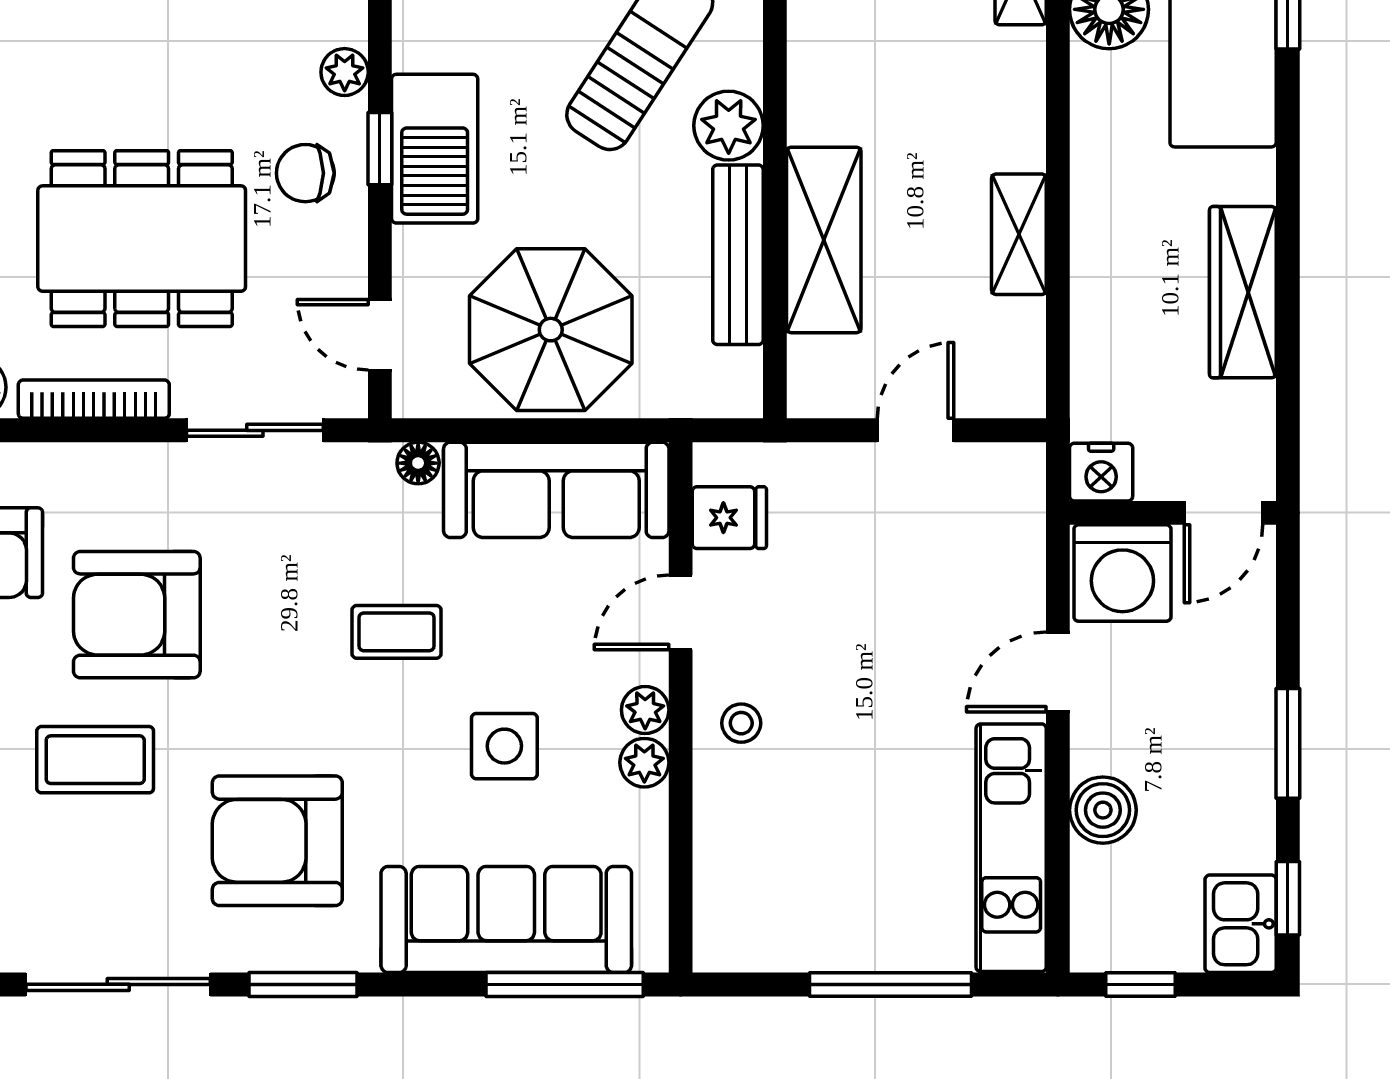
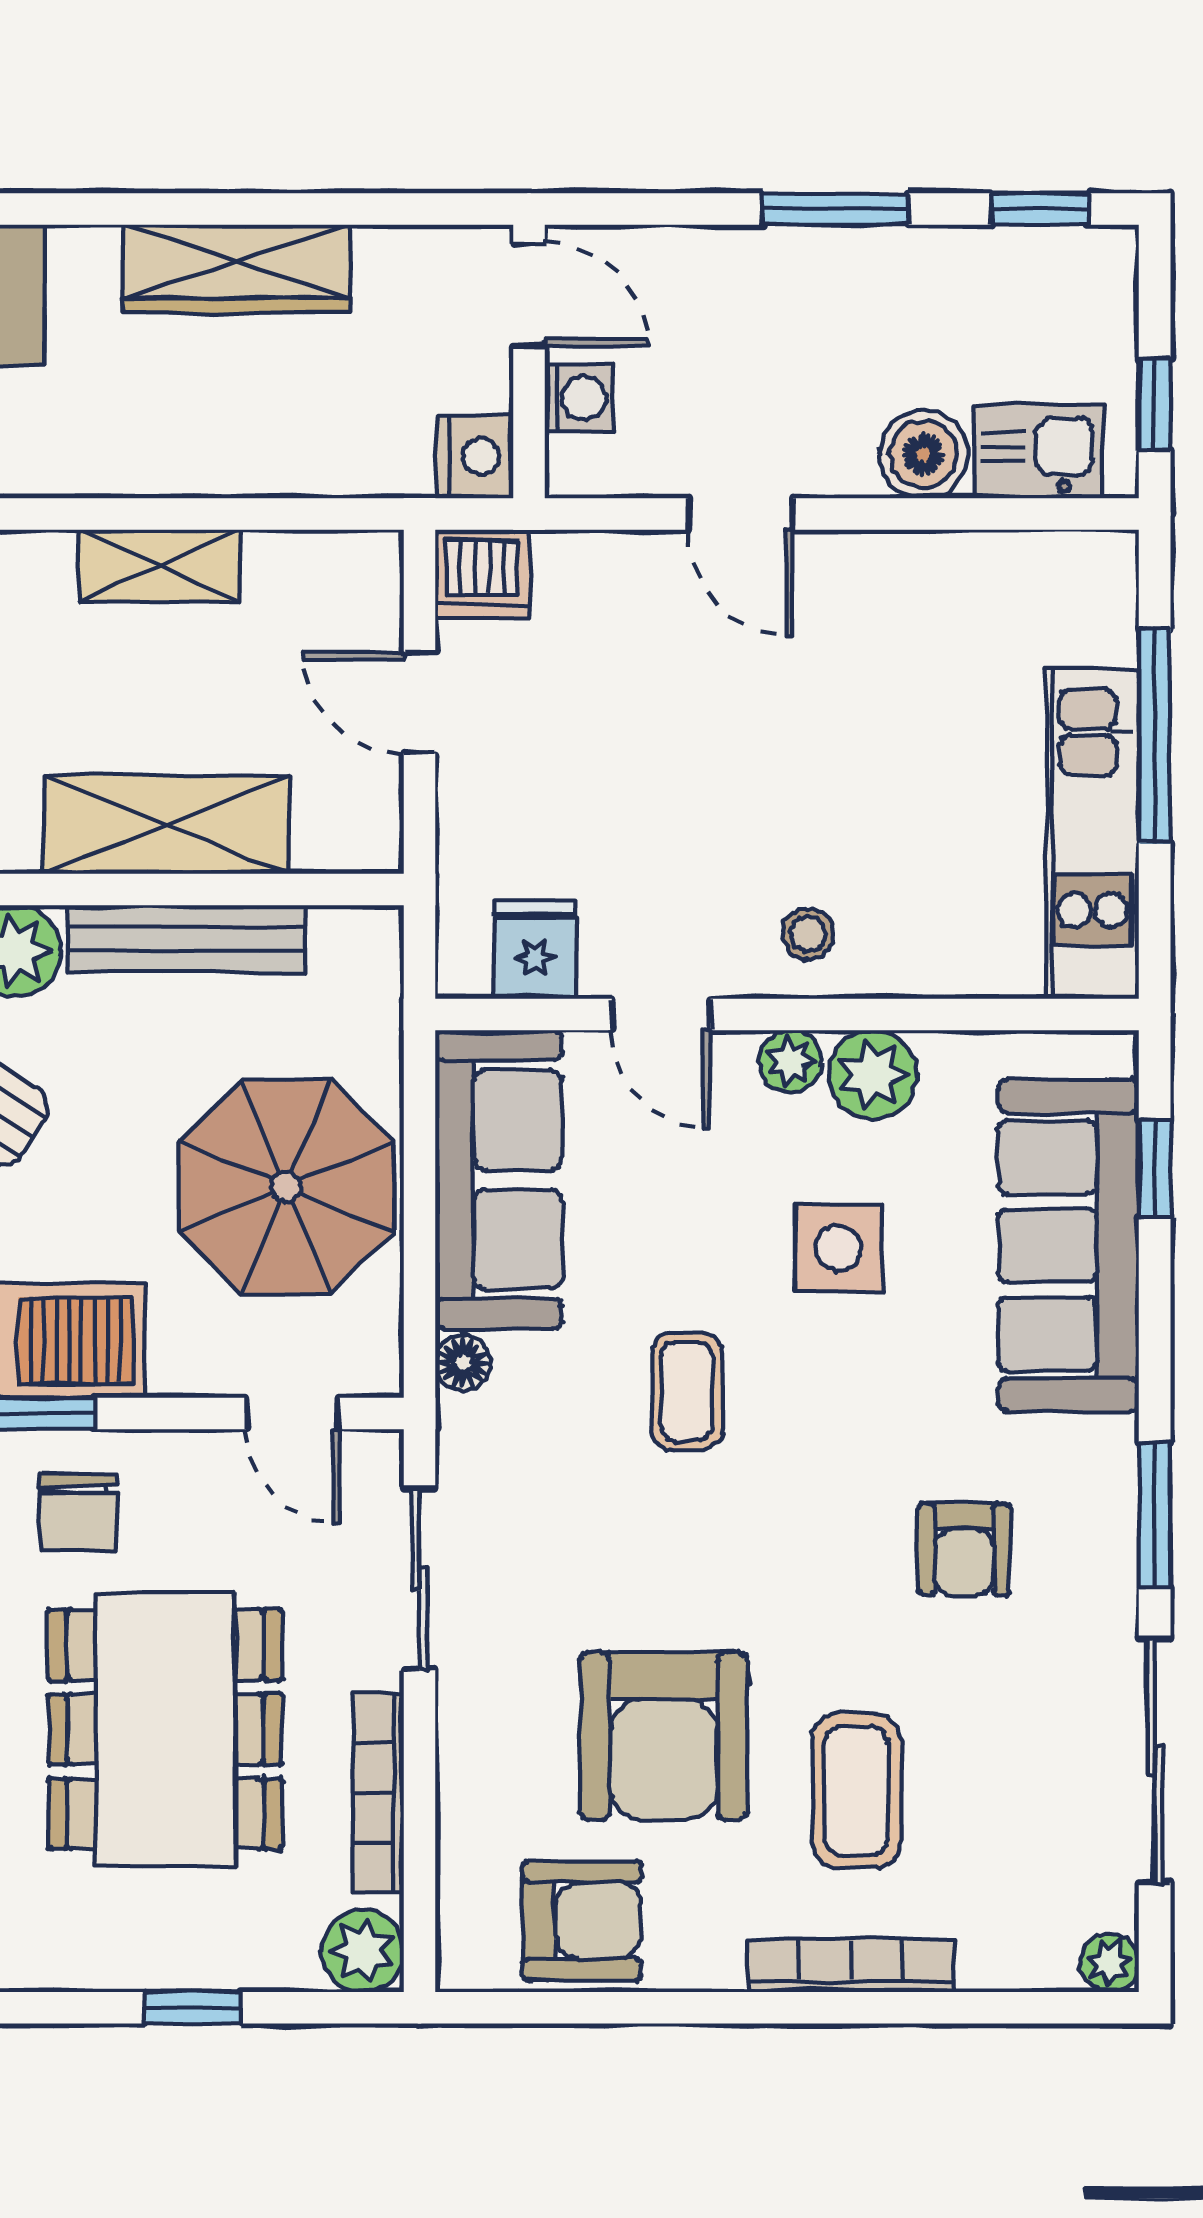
door: (380, 335) -> (293, 1413), hinge flipped
dishwasher: (1013, 478) -> (482, 574), added
washing machine: (1122, 573) -> (579, 398), width x0.53, depth x0.53
plant: (644, 763) -> (873, 1075), width x1.38, depth x1.38
armchair: (277, 841) -> (964, 1549), width x0.53, depth x0.53
kitchen unit: (1011, 848) -> (1093, 834), moved, turned 90
kitchen sink: (1241, 924) -> (1038, 451), moved, turned 180
window: (565, 984) -> (1155, 1168), width x0.46

